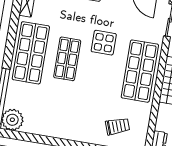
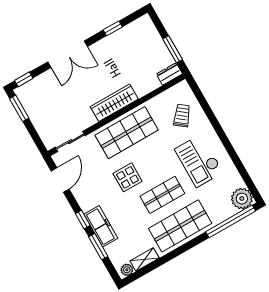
checkout: (70, 110) -> (199, 161), added
trolley: (117, 126) -> (182, 115), turned 58

